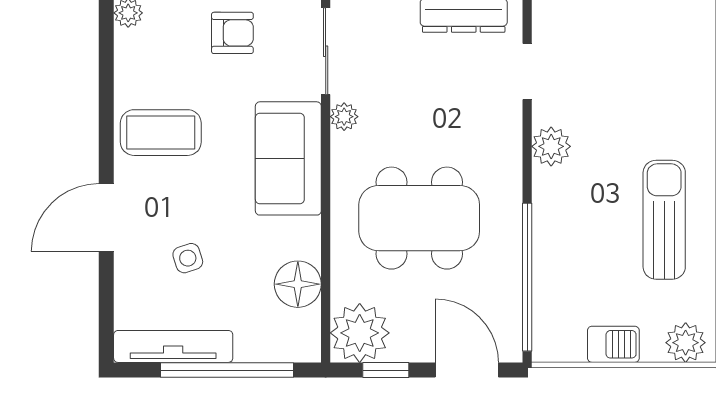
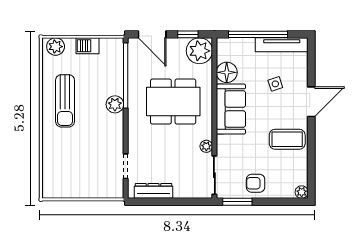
plant: (551, 146) -> (115, 104), moved
sofa: (288, 158) -> (231, 109), moved

